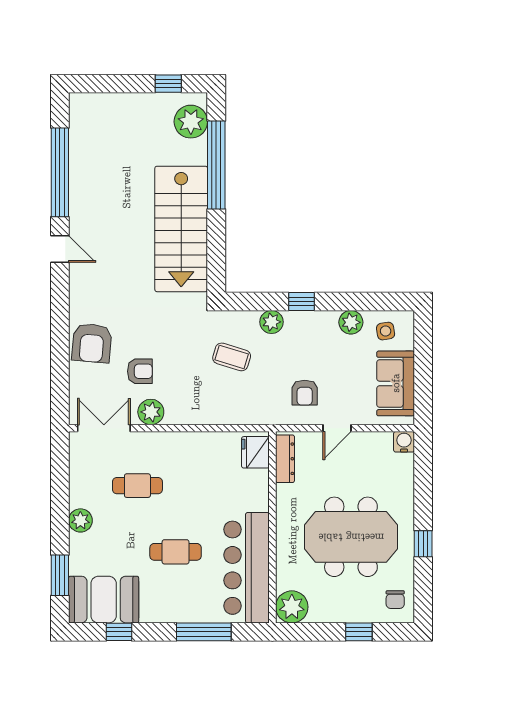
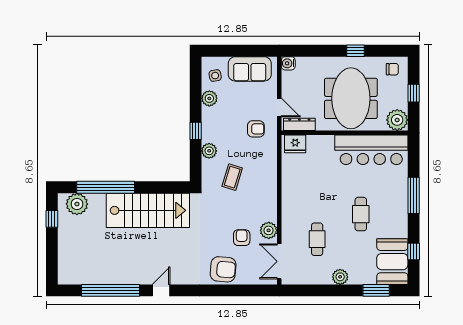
fridge: (255, 452) -> (295, 144), moved
dresser: (285, 459) -> (299, 124), moved
wall: (272, 527) -> (345, 133), moved
bar counter: (247, 568) -> (371, 150), moved
plant: (292, 607) -> (397, 120), moved

